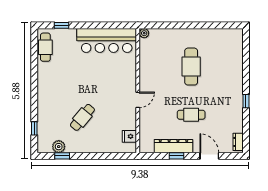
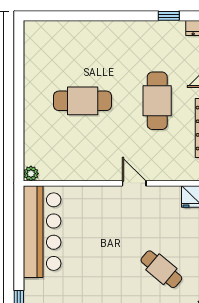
window: (246, 101) -> (169, 16), moved
cafe table: (191, 115) -> (157, 101), width x1.37, depth x1.35

